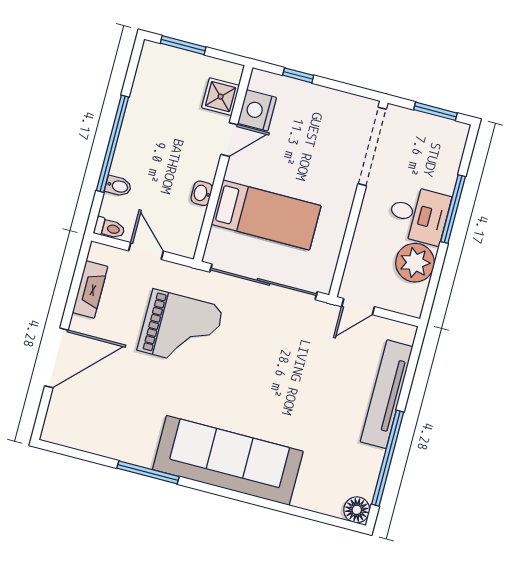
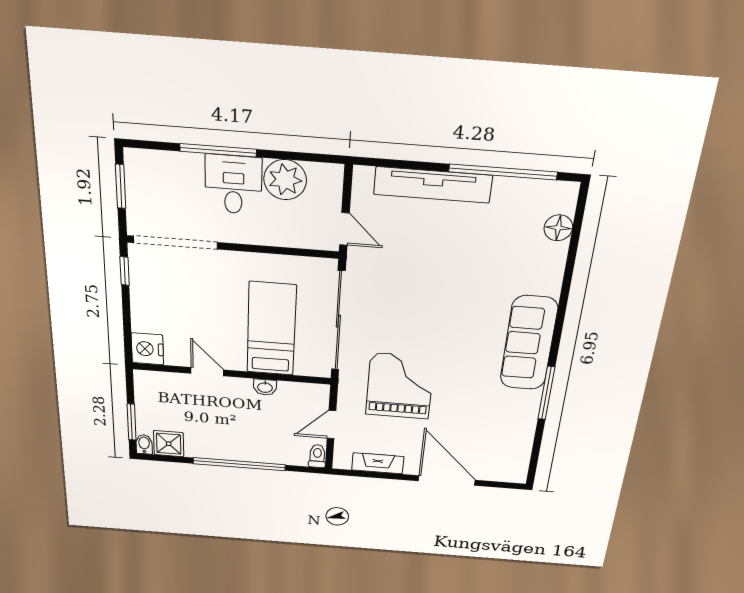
window: (298, 75) -> (125, 271), moved
shower: (221, 97) -> (169, 444), moved
nightstand: (257, 110) -> (147, 349), moved, turned 90
bidet: (118, 186) -> (144, 444), moved
sofa: (228, 460) -> (529, 343), width x0.74, depth x0.79
floor lamp: (357, 510) -> (558, 228), moved

